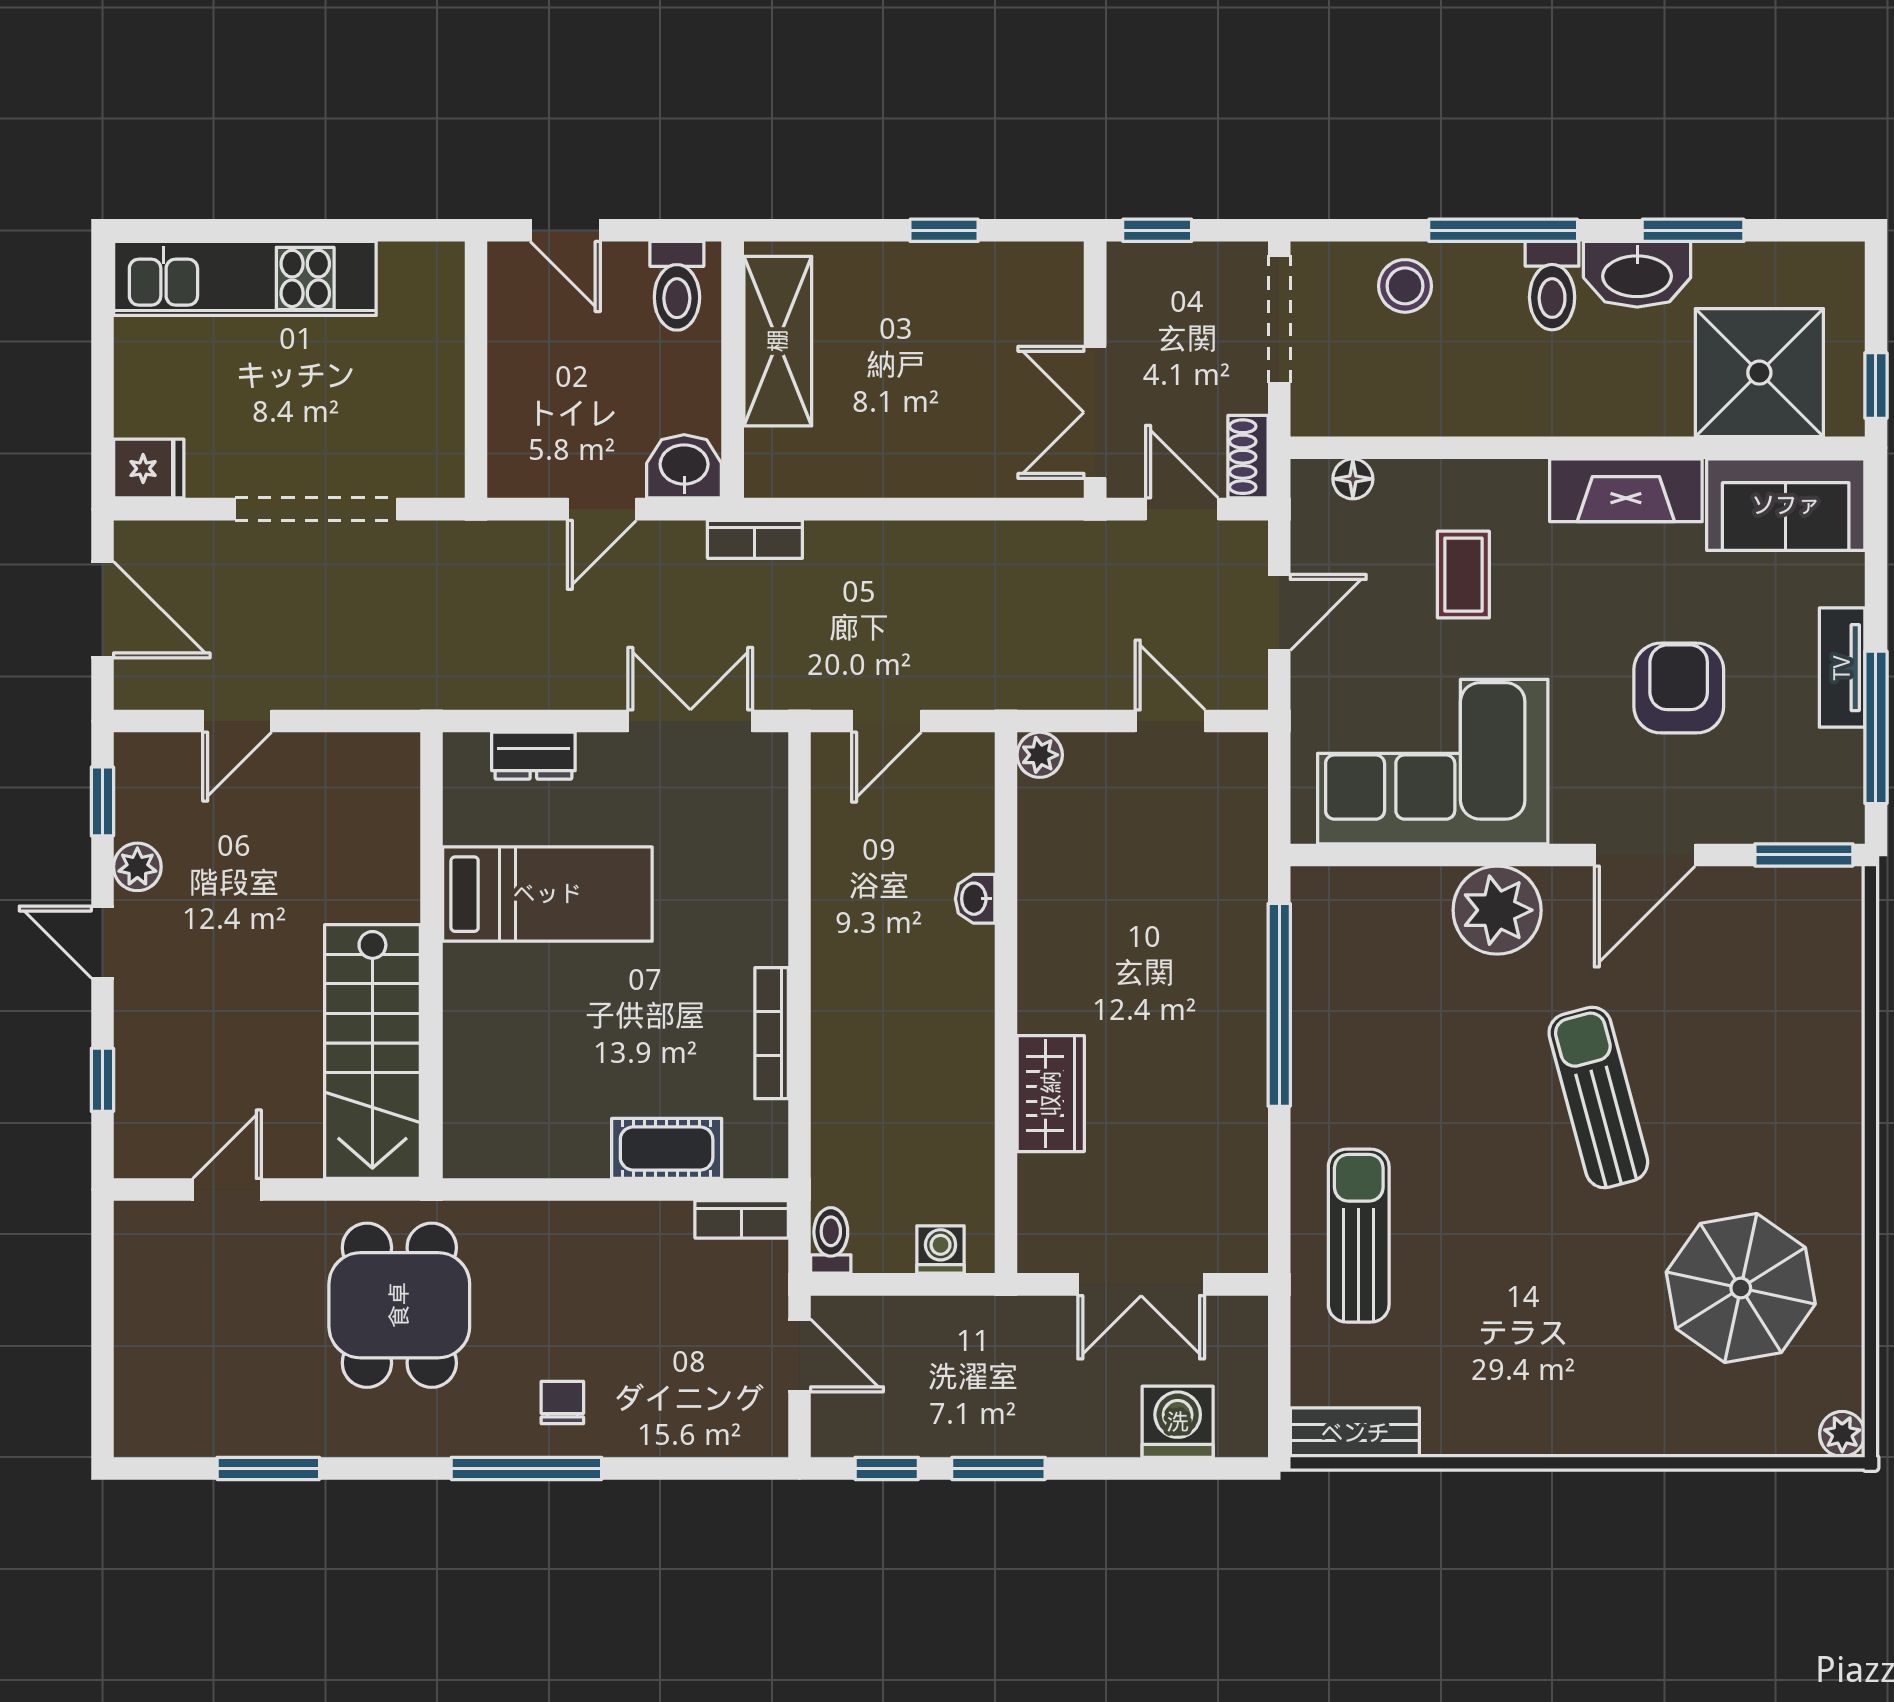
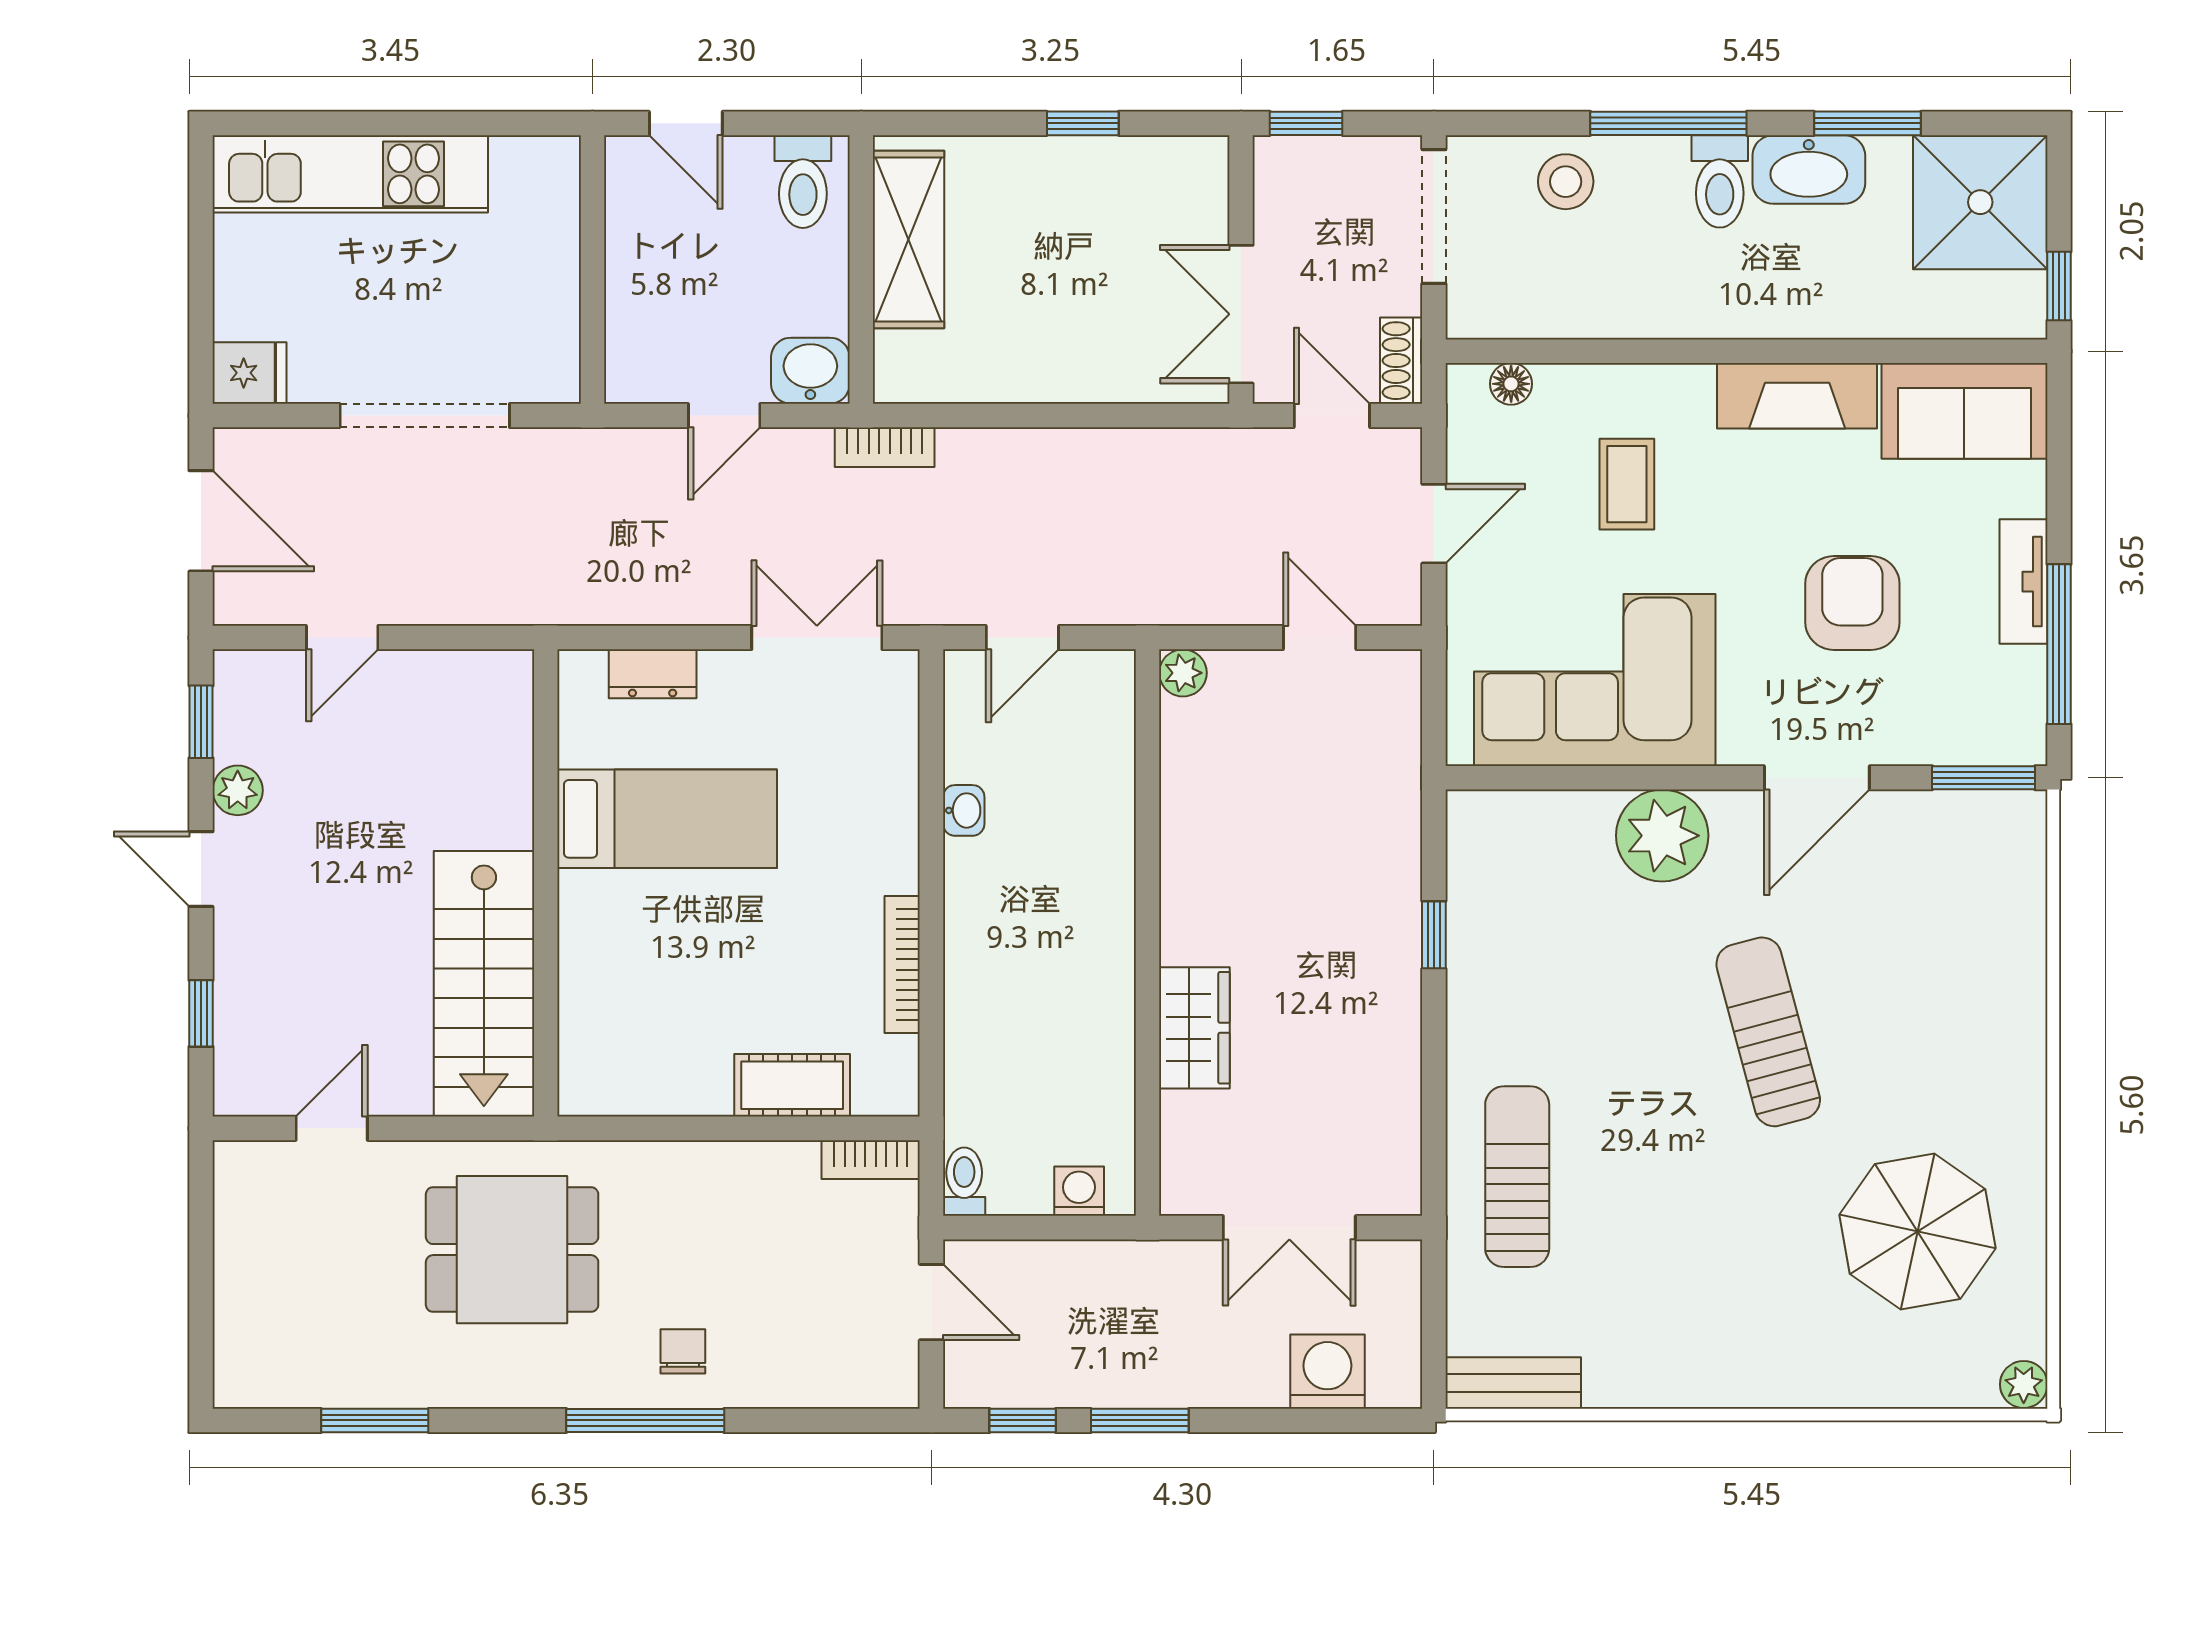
shower: (1759, 373) -> (1980, 202), moved
washbasin: (975, 899) -> (964, 810), moved, turned 180
window: (1279, 1005) -> (1434, 935), width x0.32
dining table: (399, 1305) -> (512, 1250), turned 90

